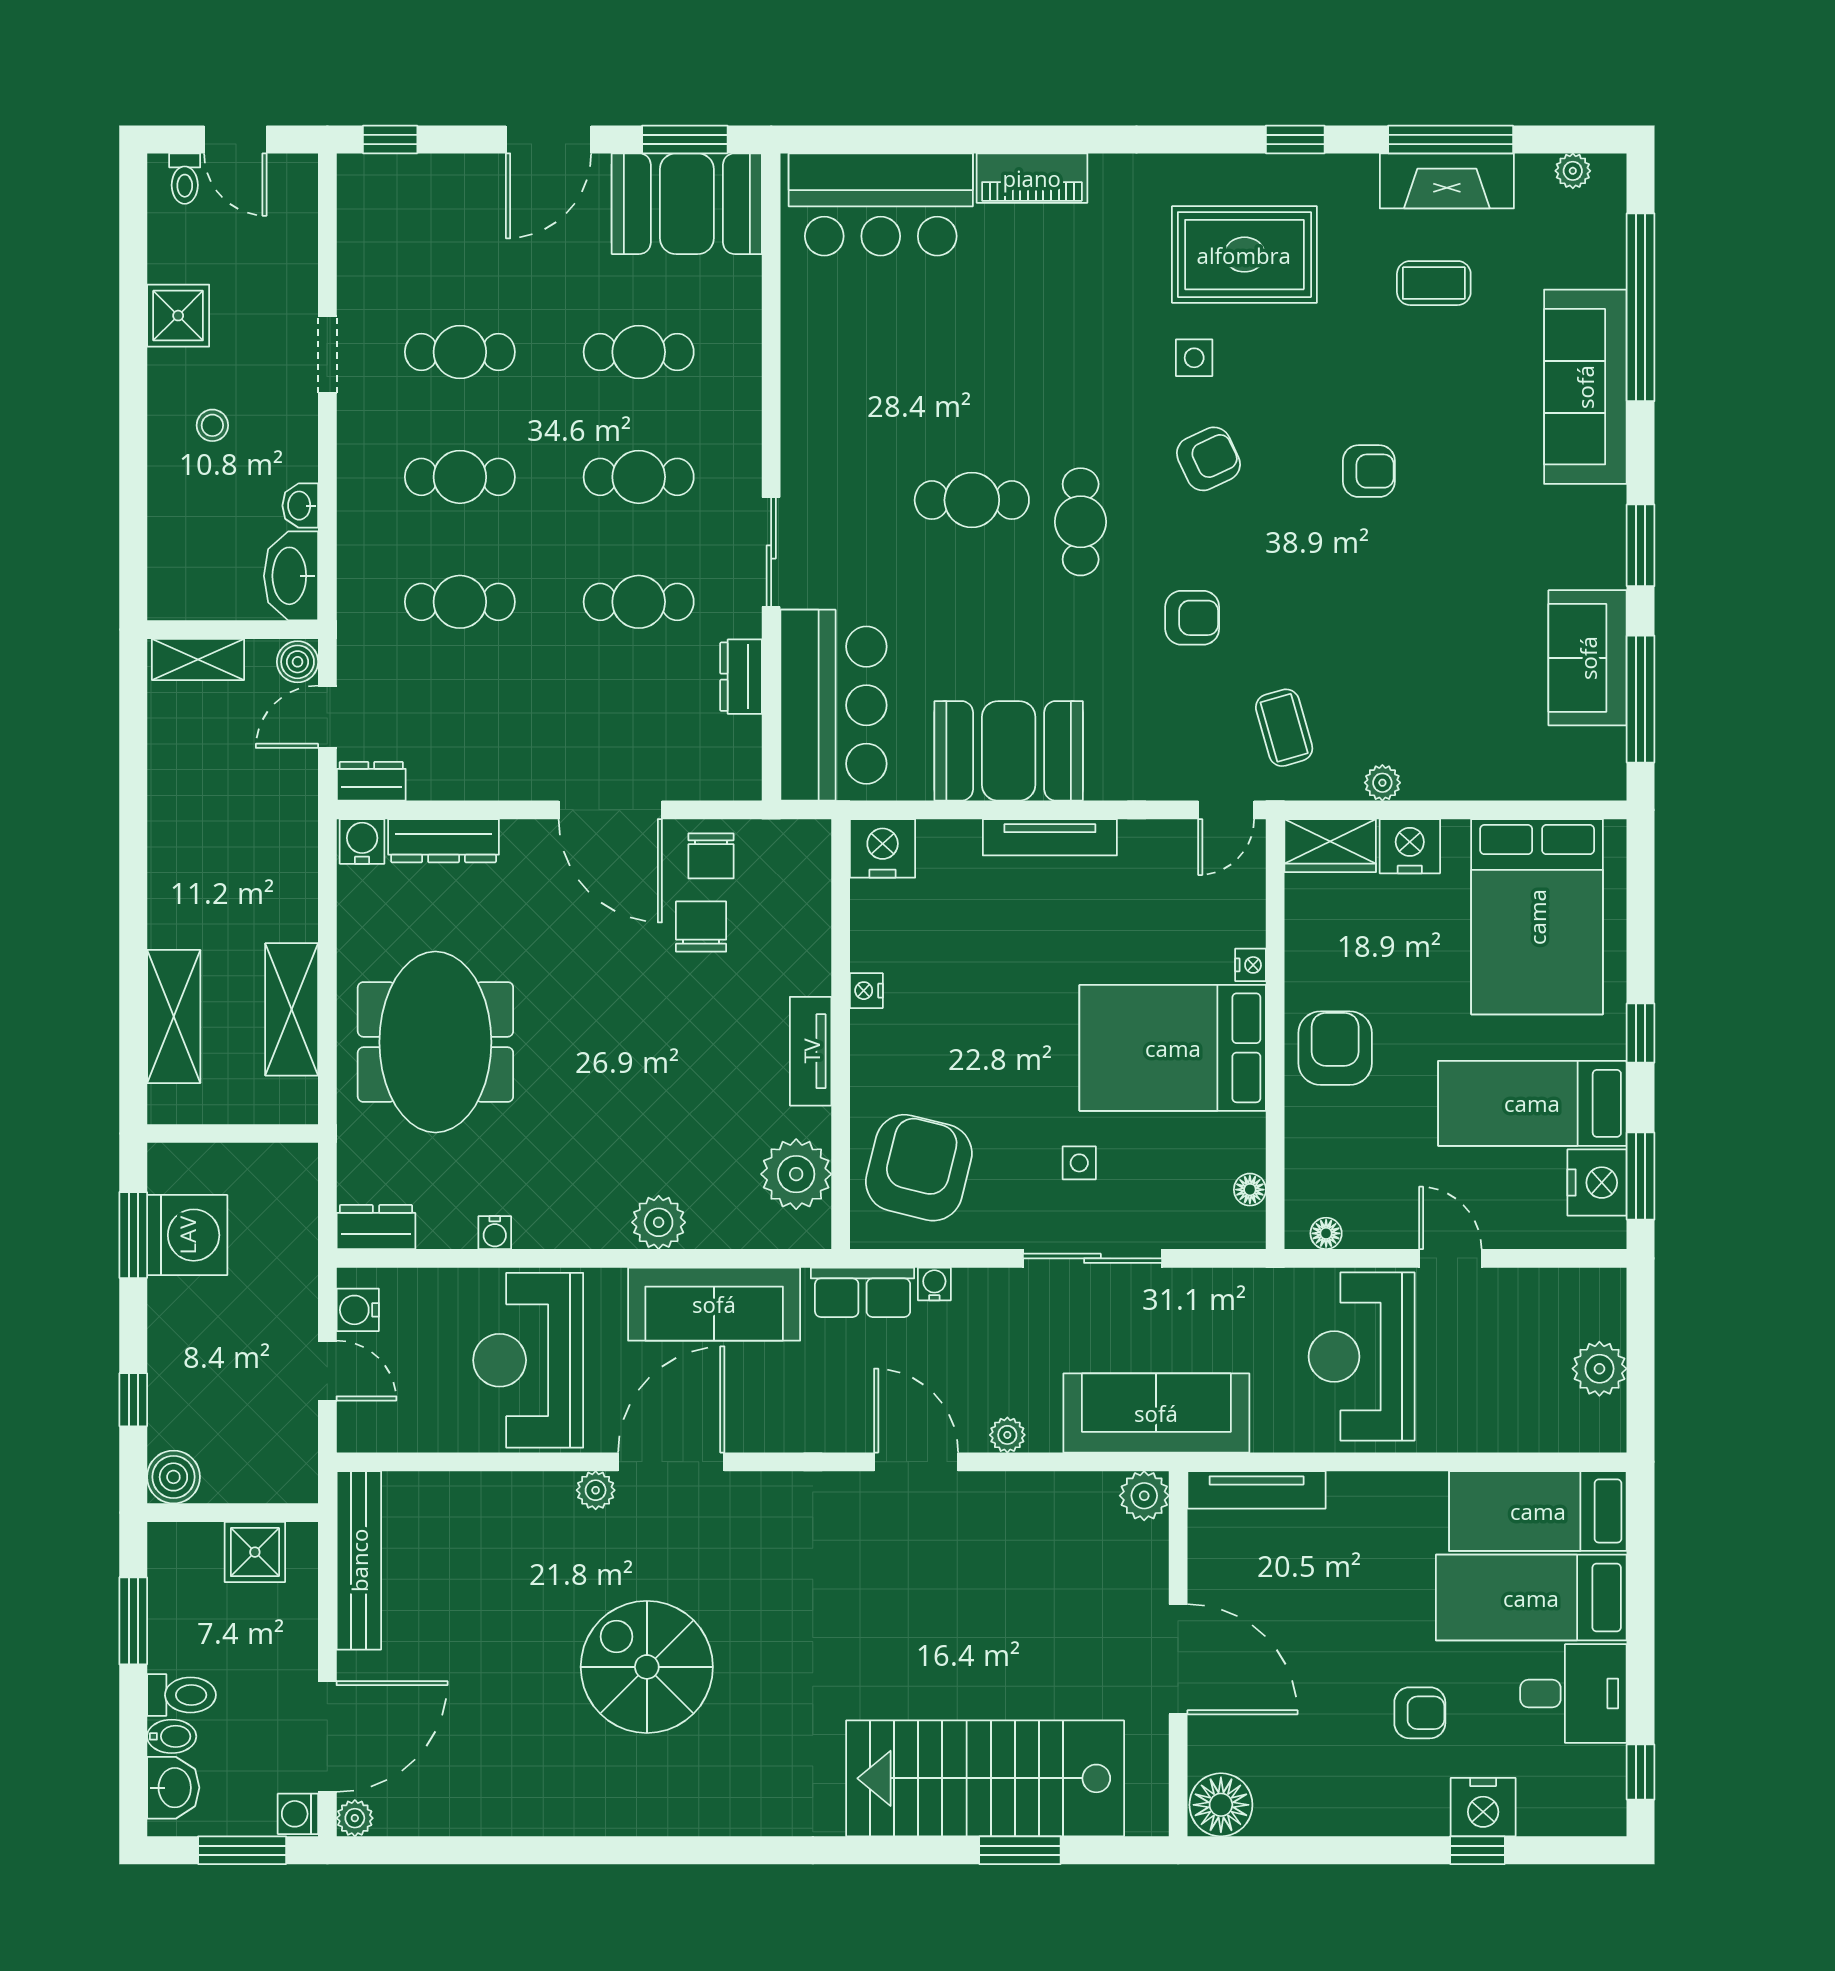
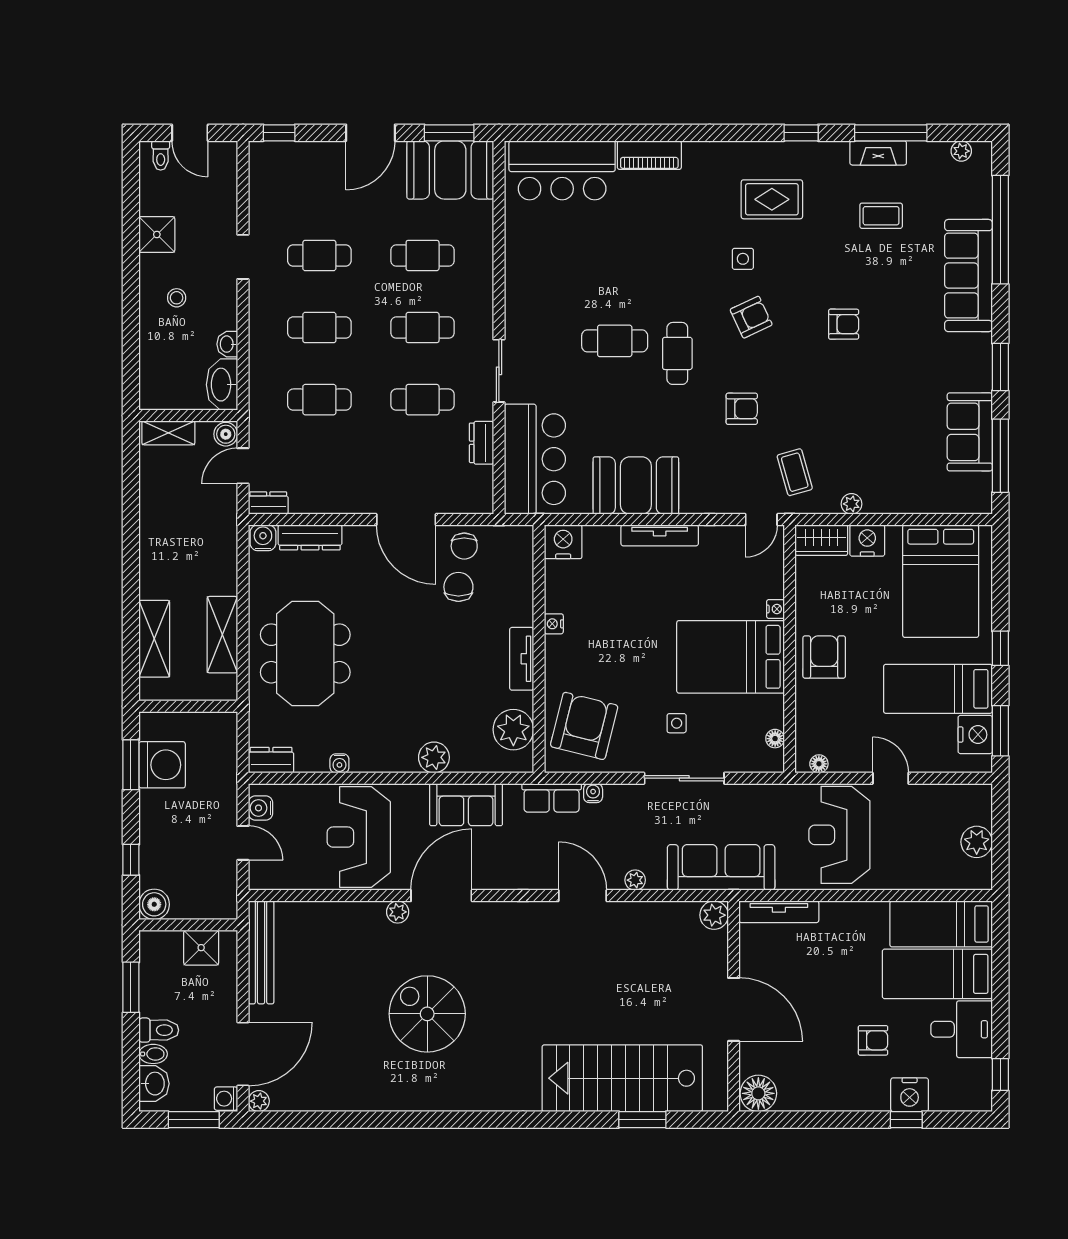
fireplace: (1447, 181) -> (878, 153), width x0.73, depth x0.76
rug: (1244, 255) -> (772, 199), width x0.73, depth x0.70
sofa: (714, 1304) -> (466, 805), width x0.73

